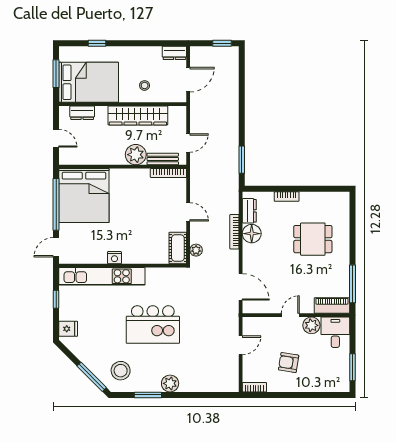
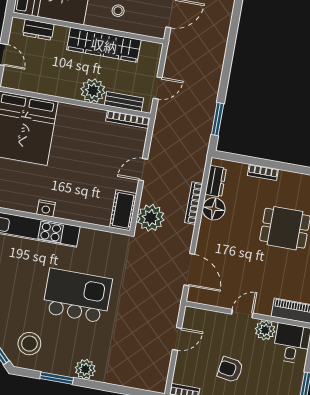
door: (188, 212) -> (143, 170), swing flipped
plant: (196, 250) -> (151, 218), width x1.88, depth x1.88
kitchen island: (153, 325) -> (77, 296), turned 180

